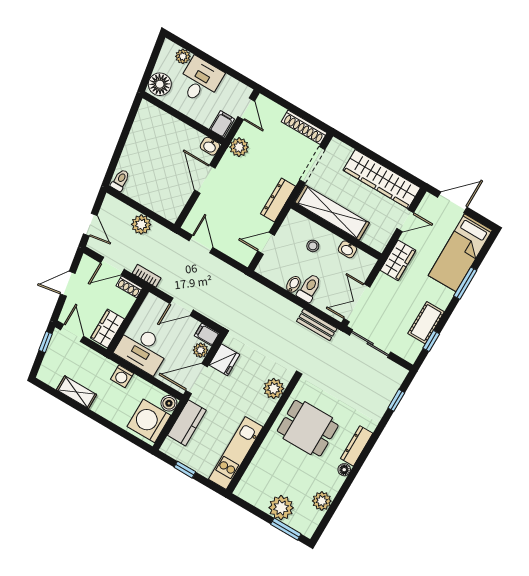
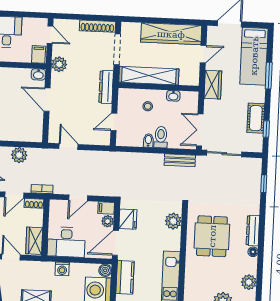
dining table: (308, 428) -> (212, 236), turned 90

